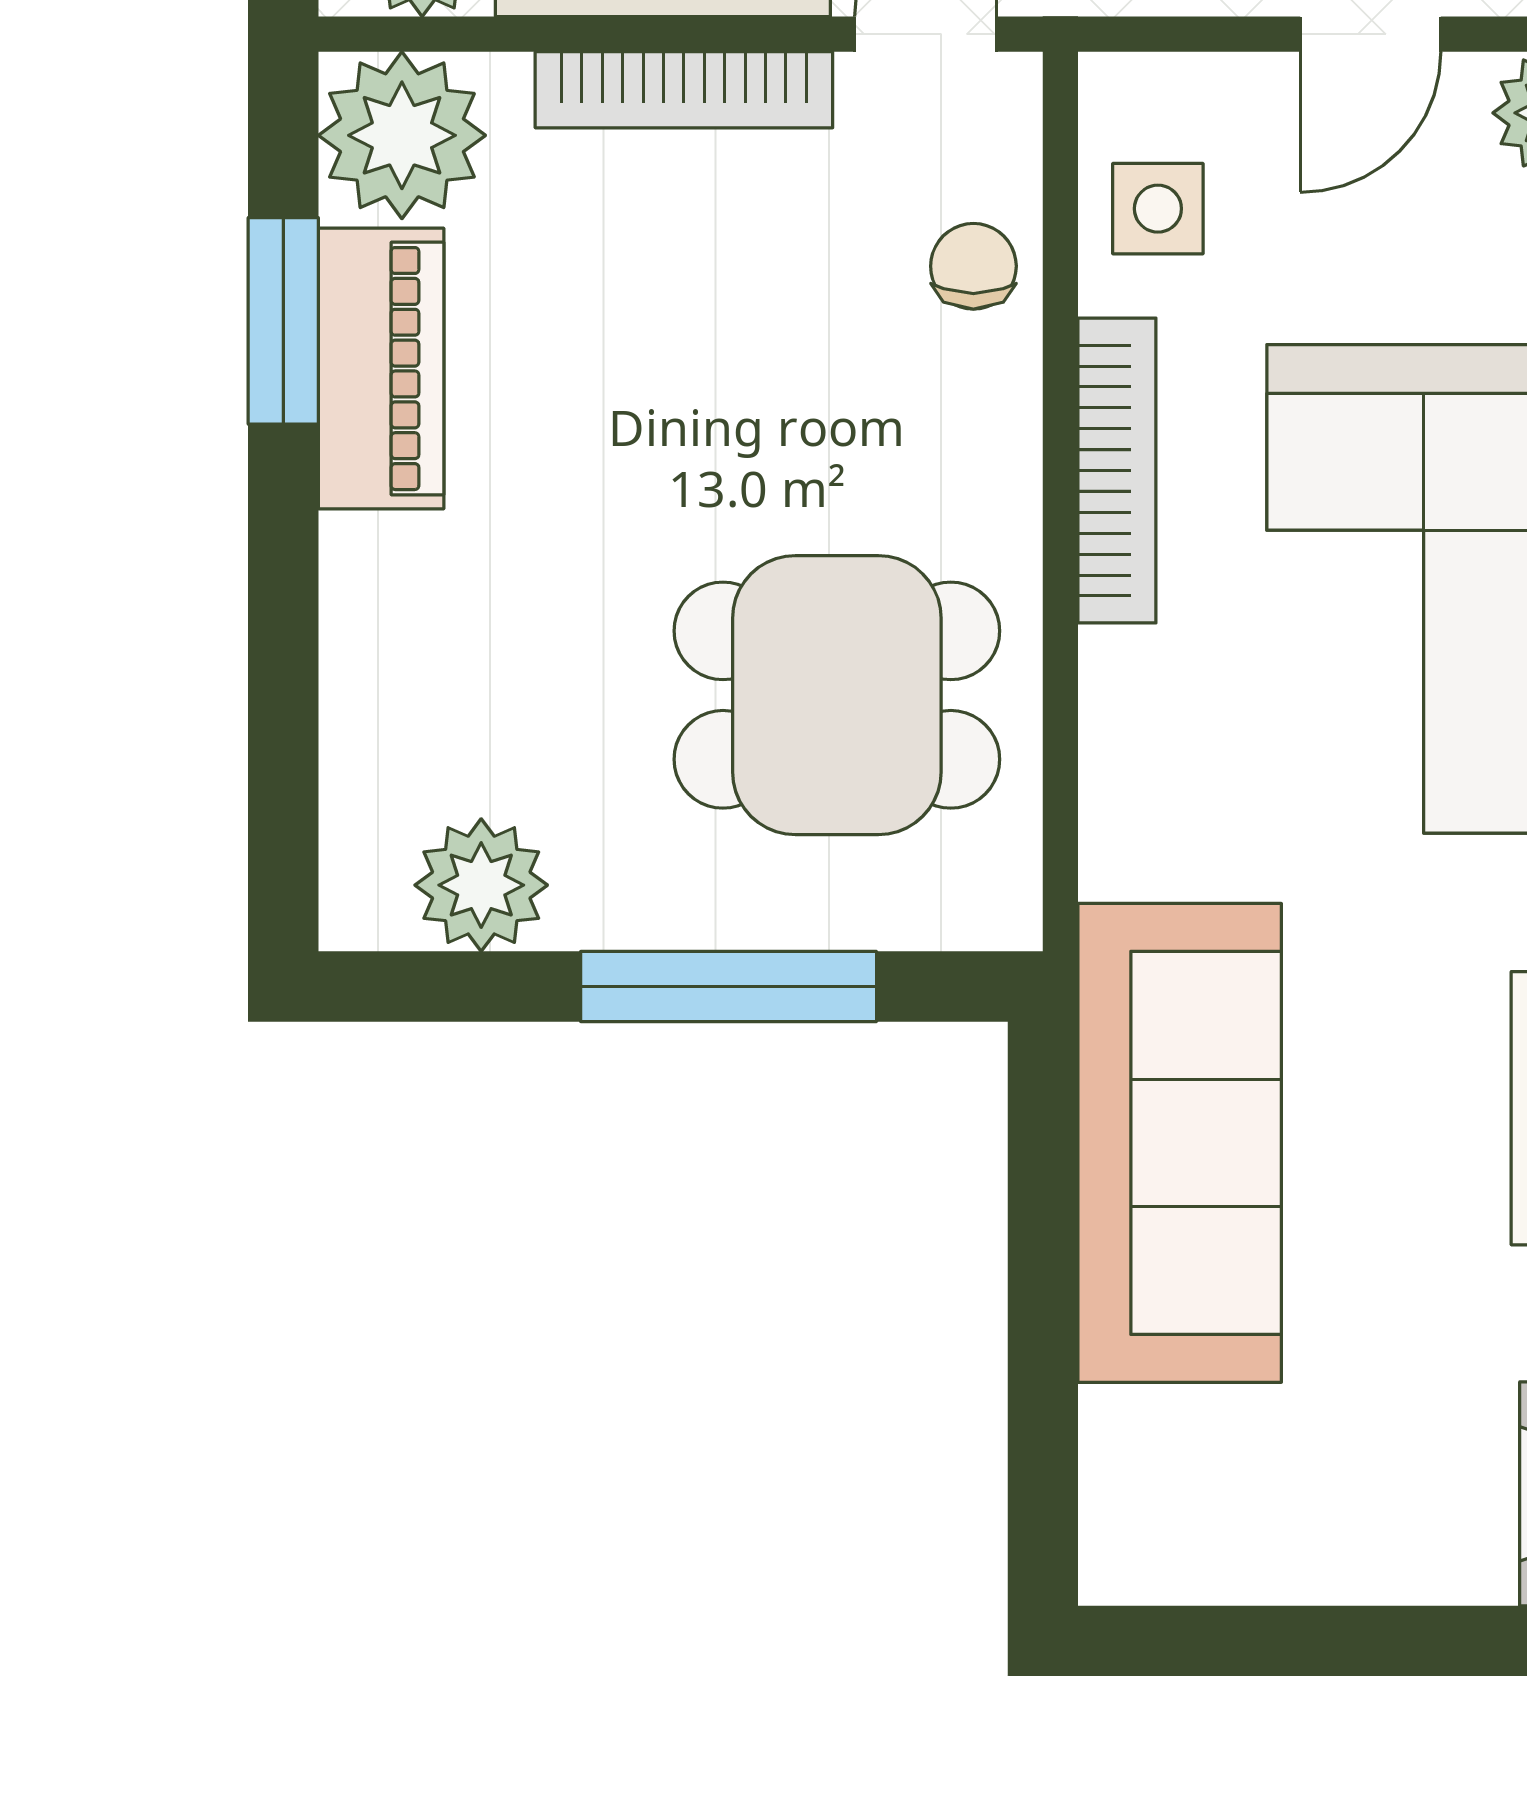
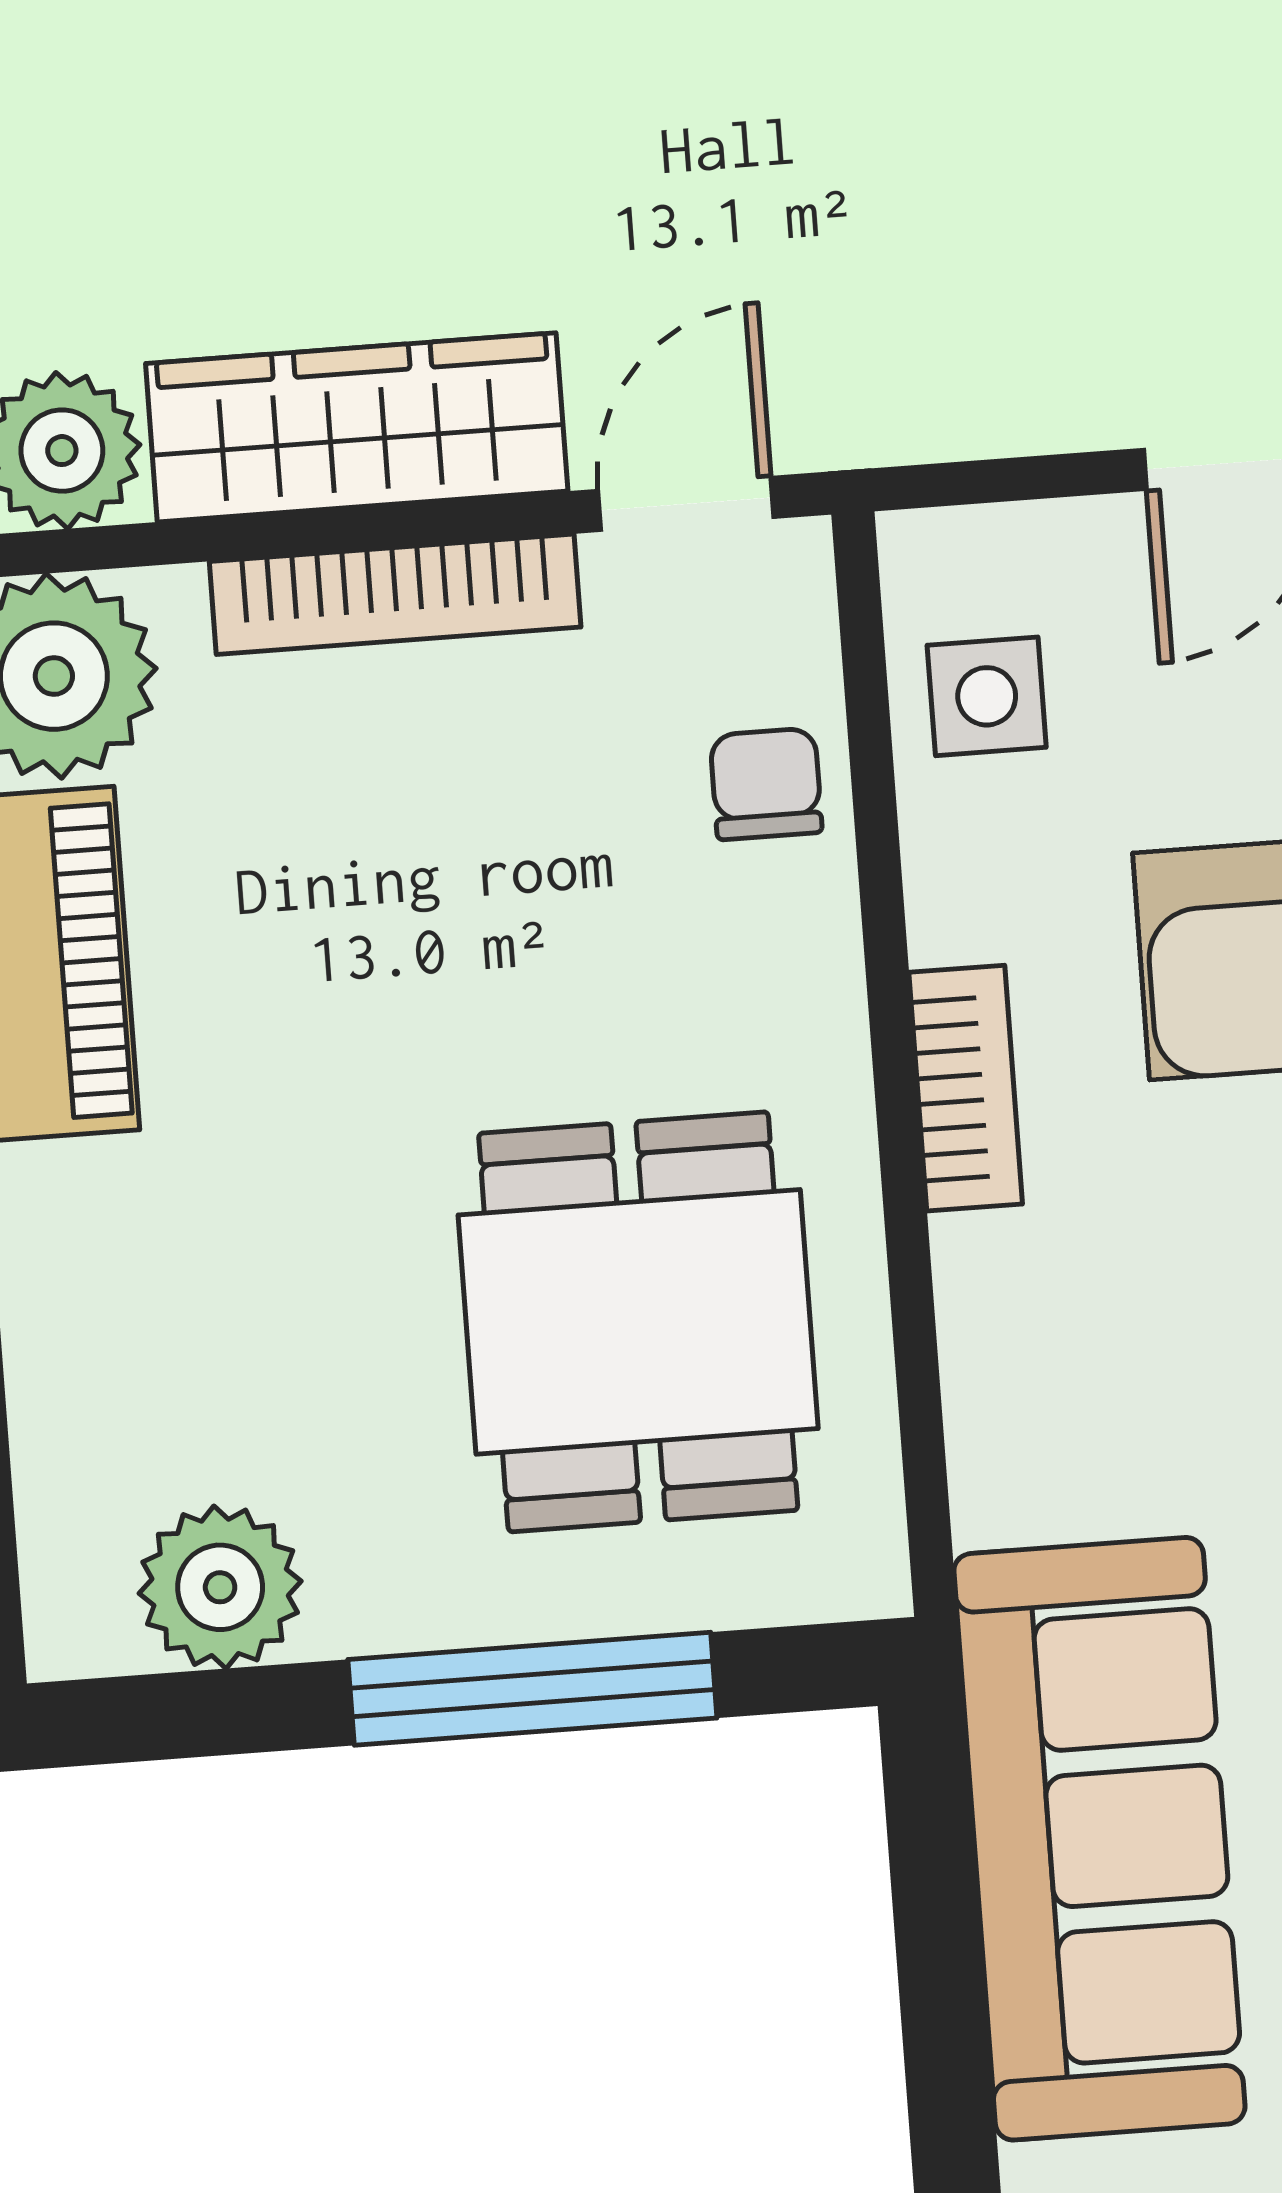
bookcase: (1117, 471) -> (966, 1088), width x0.64
dining table: (837, 695) -> (638, 1322), turned 90

